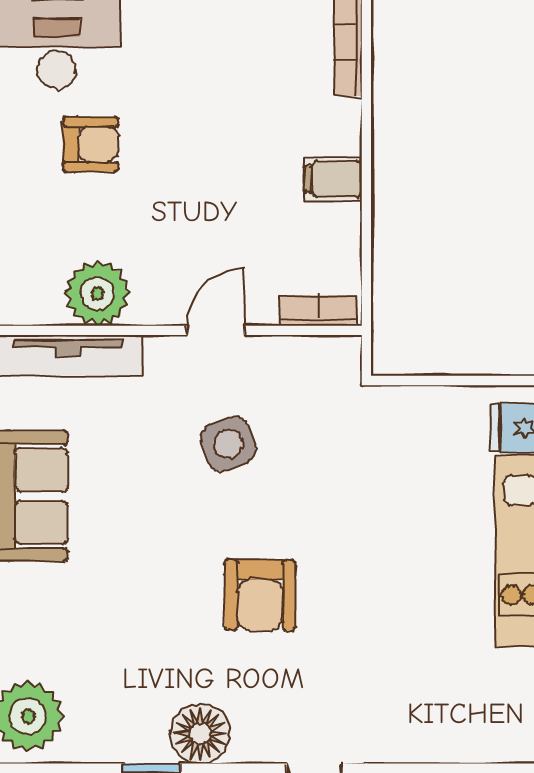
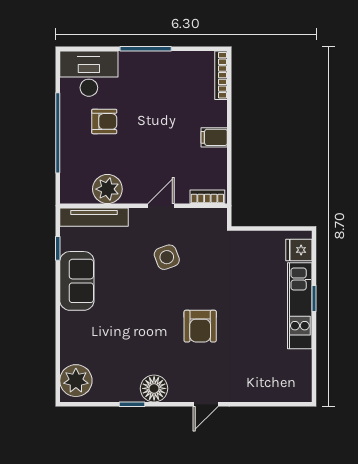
armchair: (260, 595) -> (200, 326), moved

